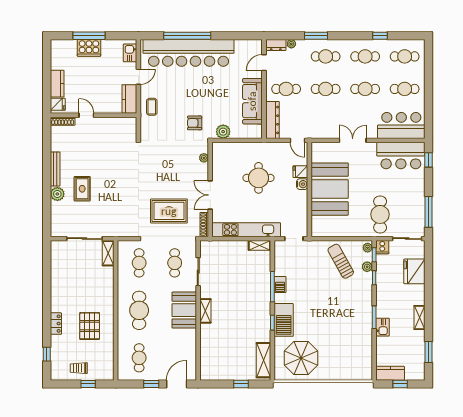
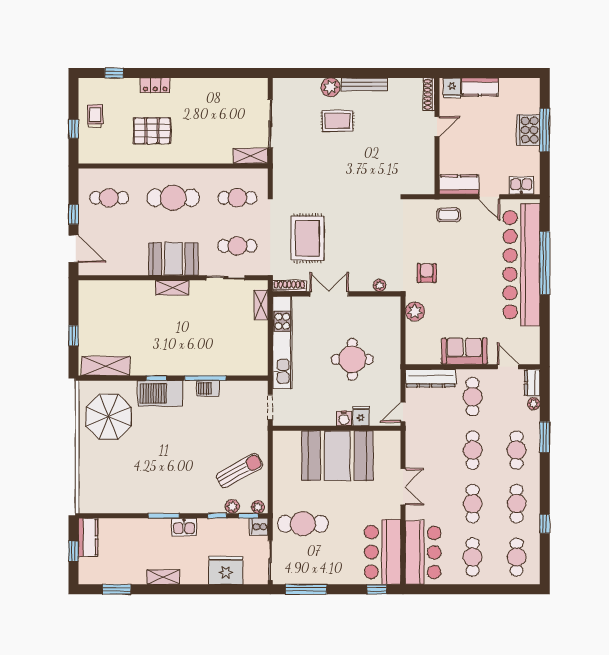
sofa: (252, 101) -> (464, 351), width x0.73
shelving: (259, 245) -> (261, 305), moved
kitchen sink: (382, 327) -> (184, 527), moved

